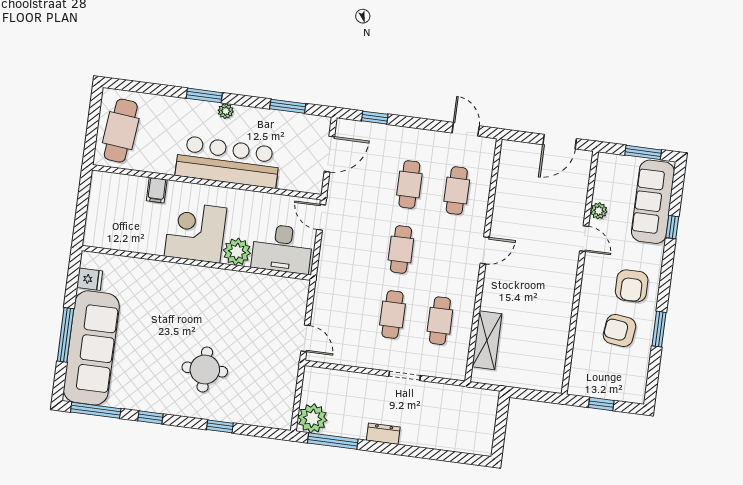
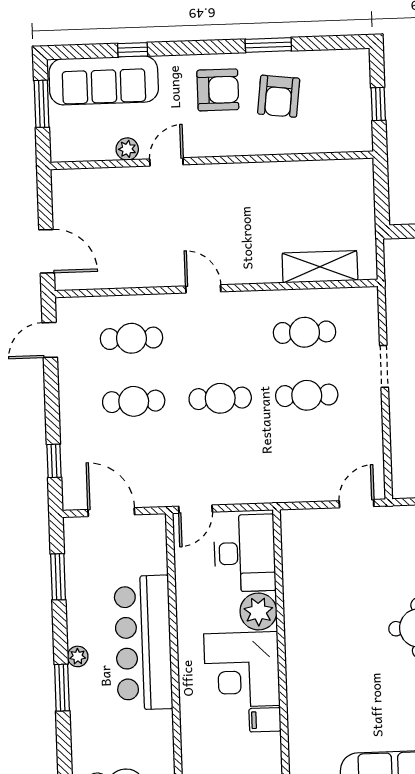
door: (560, 142) -> (47, 251), moved
filing cabinet: (157, 190) -> (265, 720), moved, turned 180

